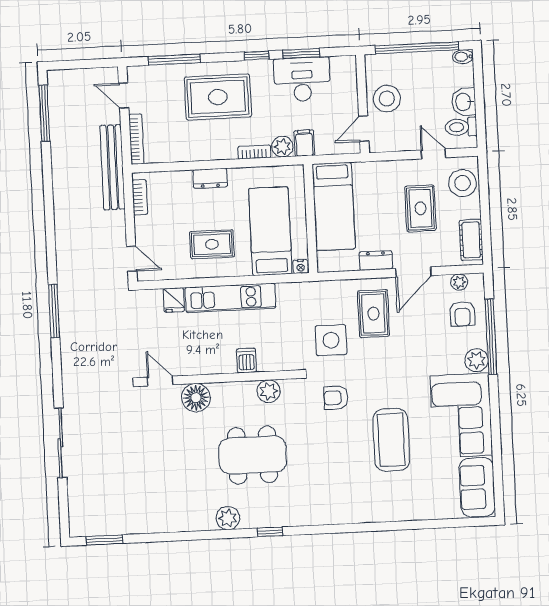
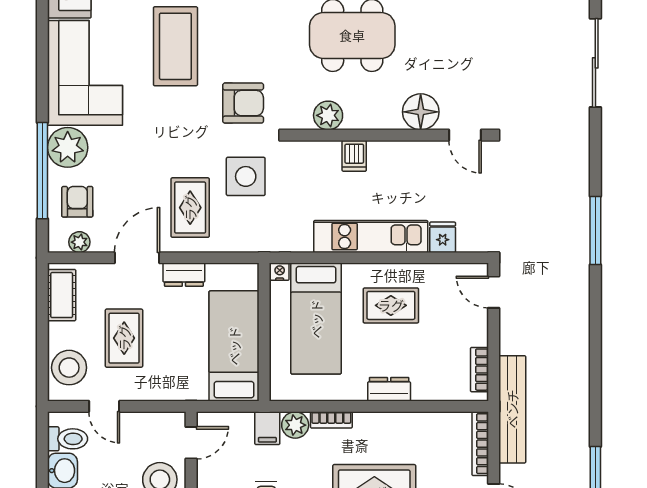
plant: (477, 360) -> (68, 147), width x1.36, depth x1.36
armchair: (336, 398) -> (243, 103), width x1.38, depth x1.38

